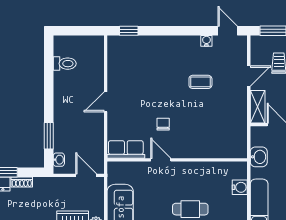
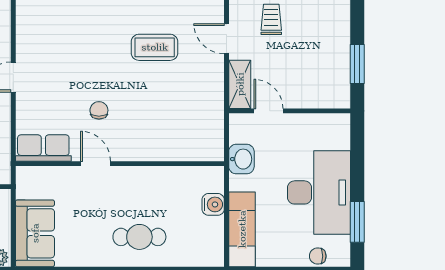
door: (249, 76) -> (226, 39), swing flipped
coffee table: (200, 82) -> (155, 47), width x1.36, depth x1.30

